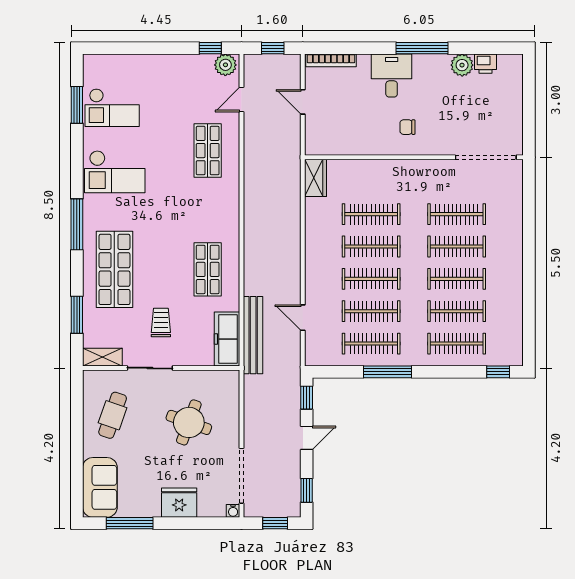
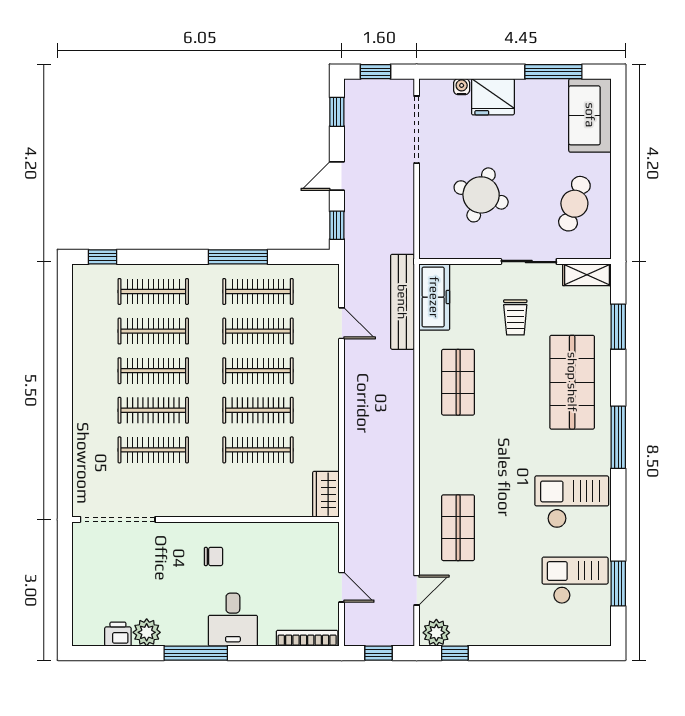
water cooler: (233, 511) -> (462, 87), moved

